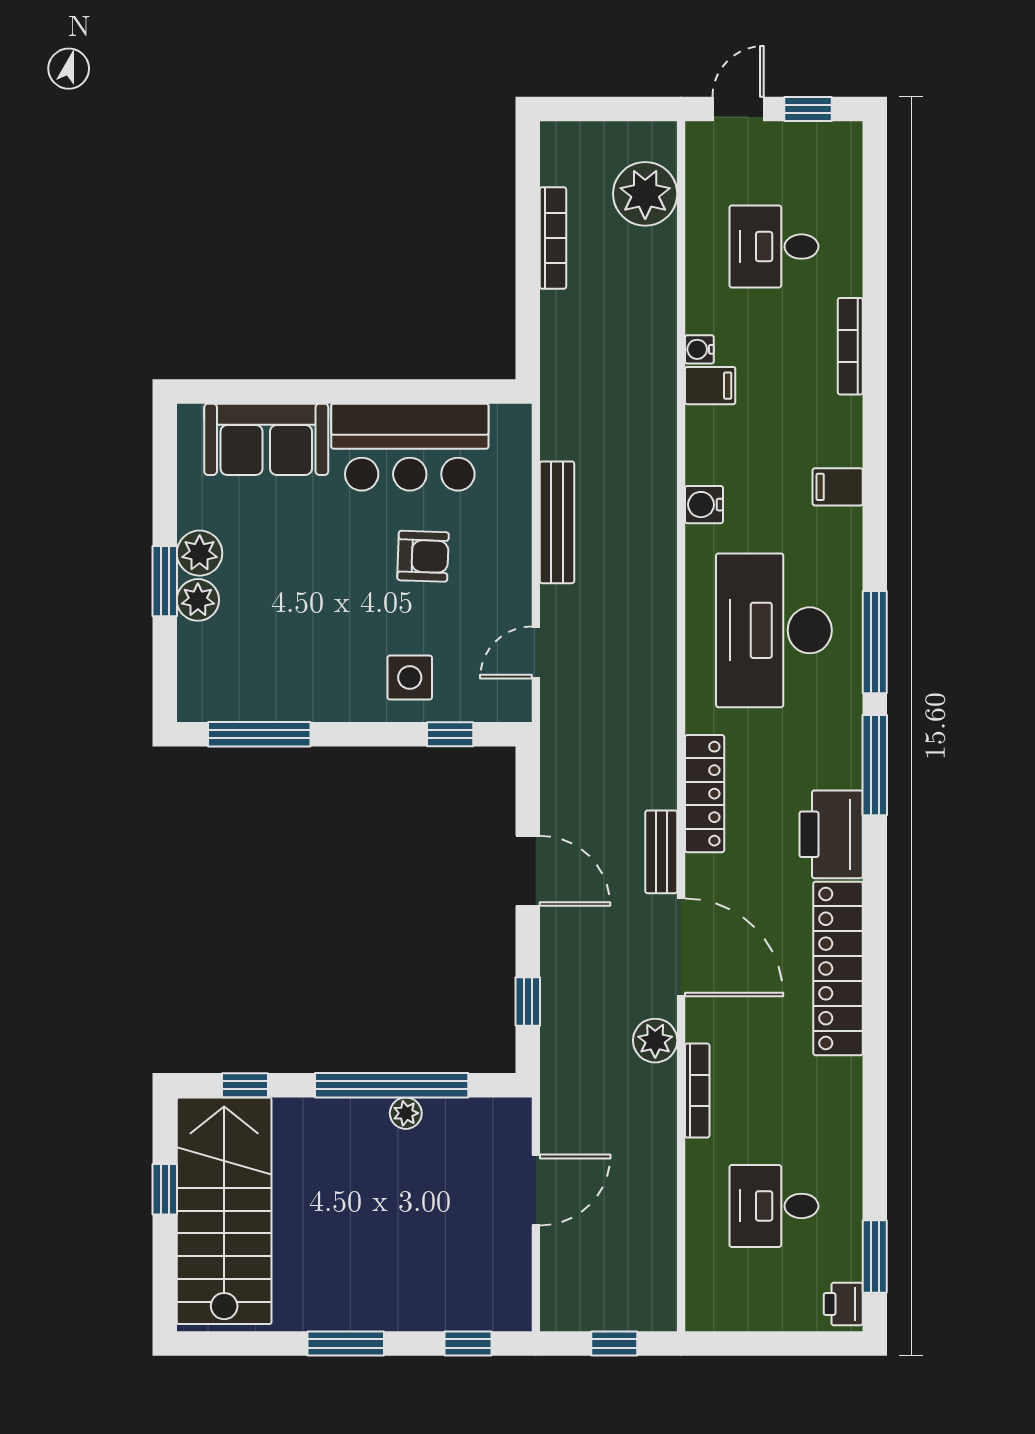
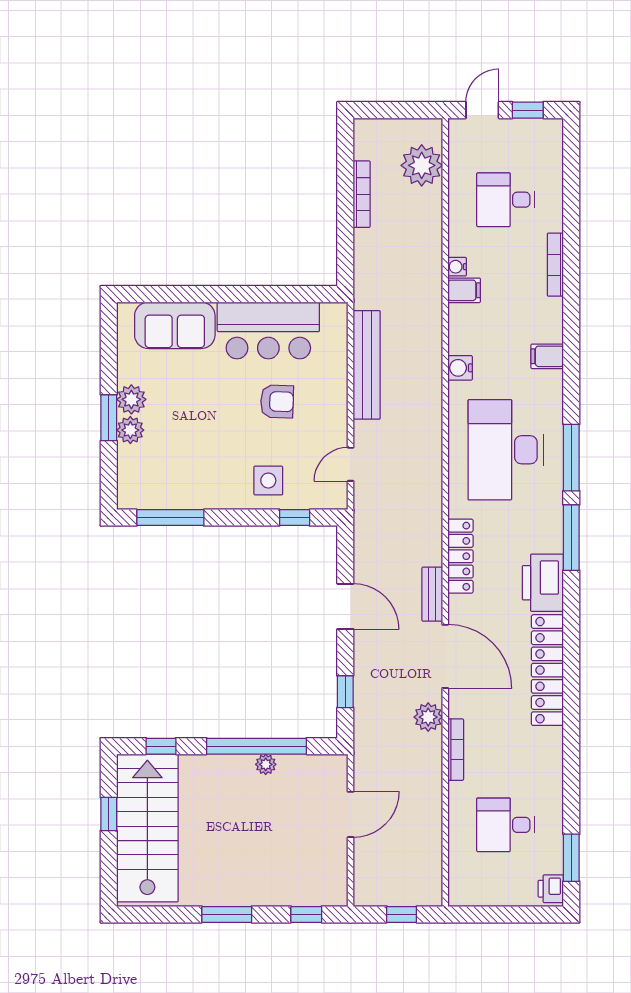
bench: (557, 522) -> (367, 365), width x1.37, depth x1.21

